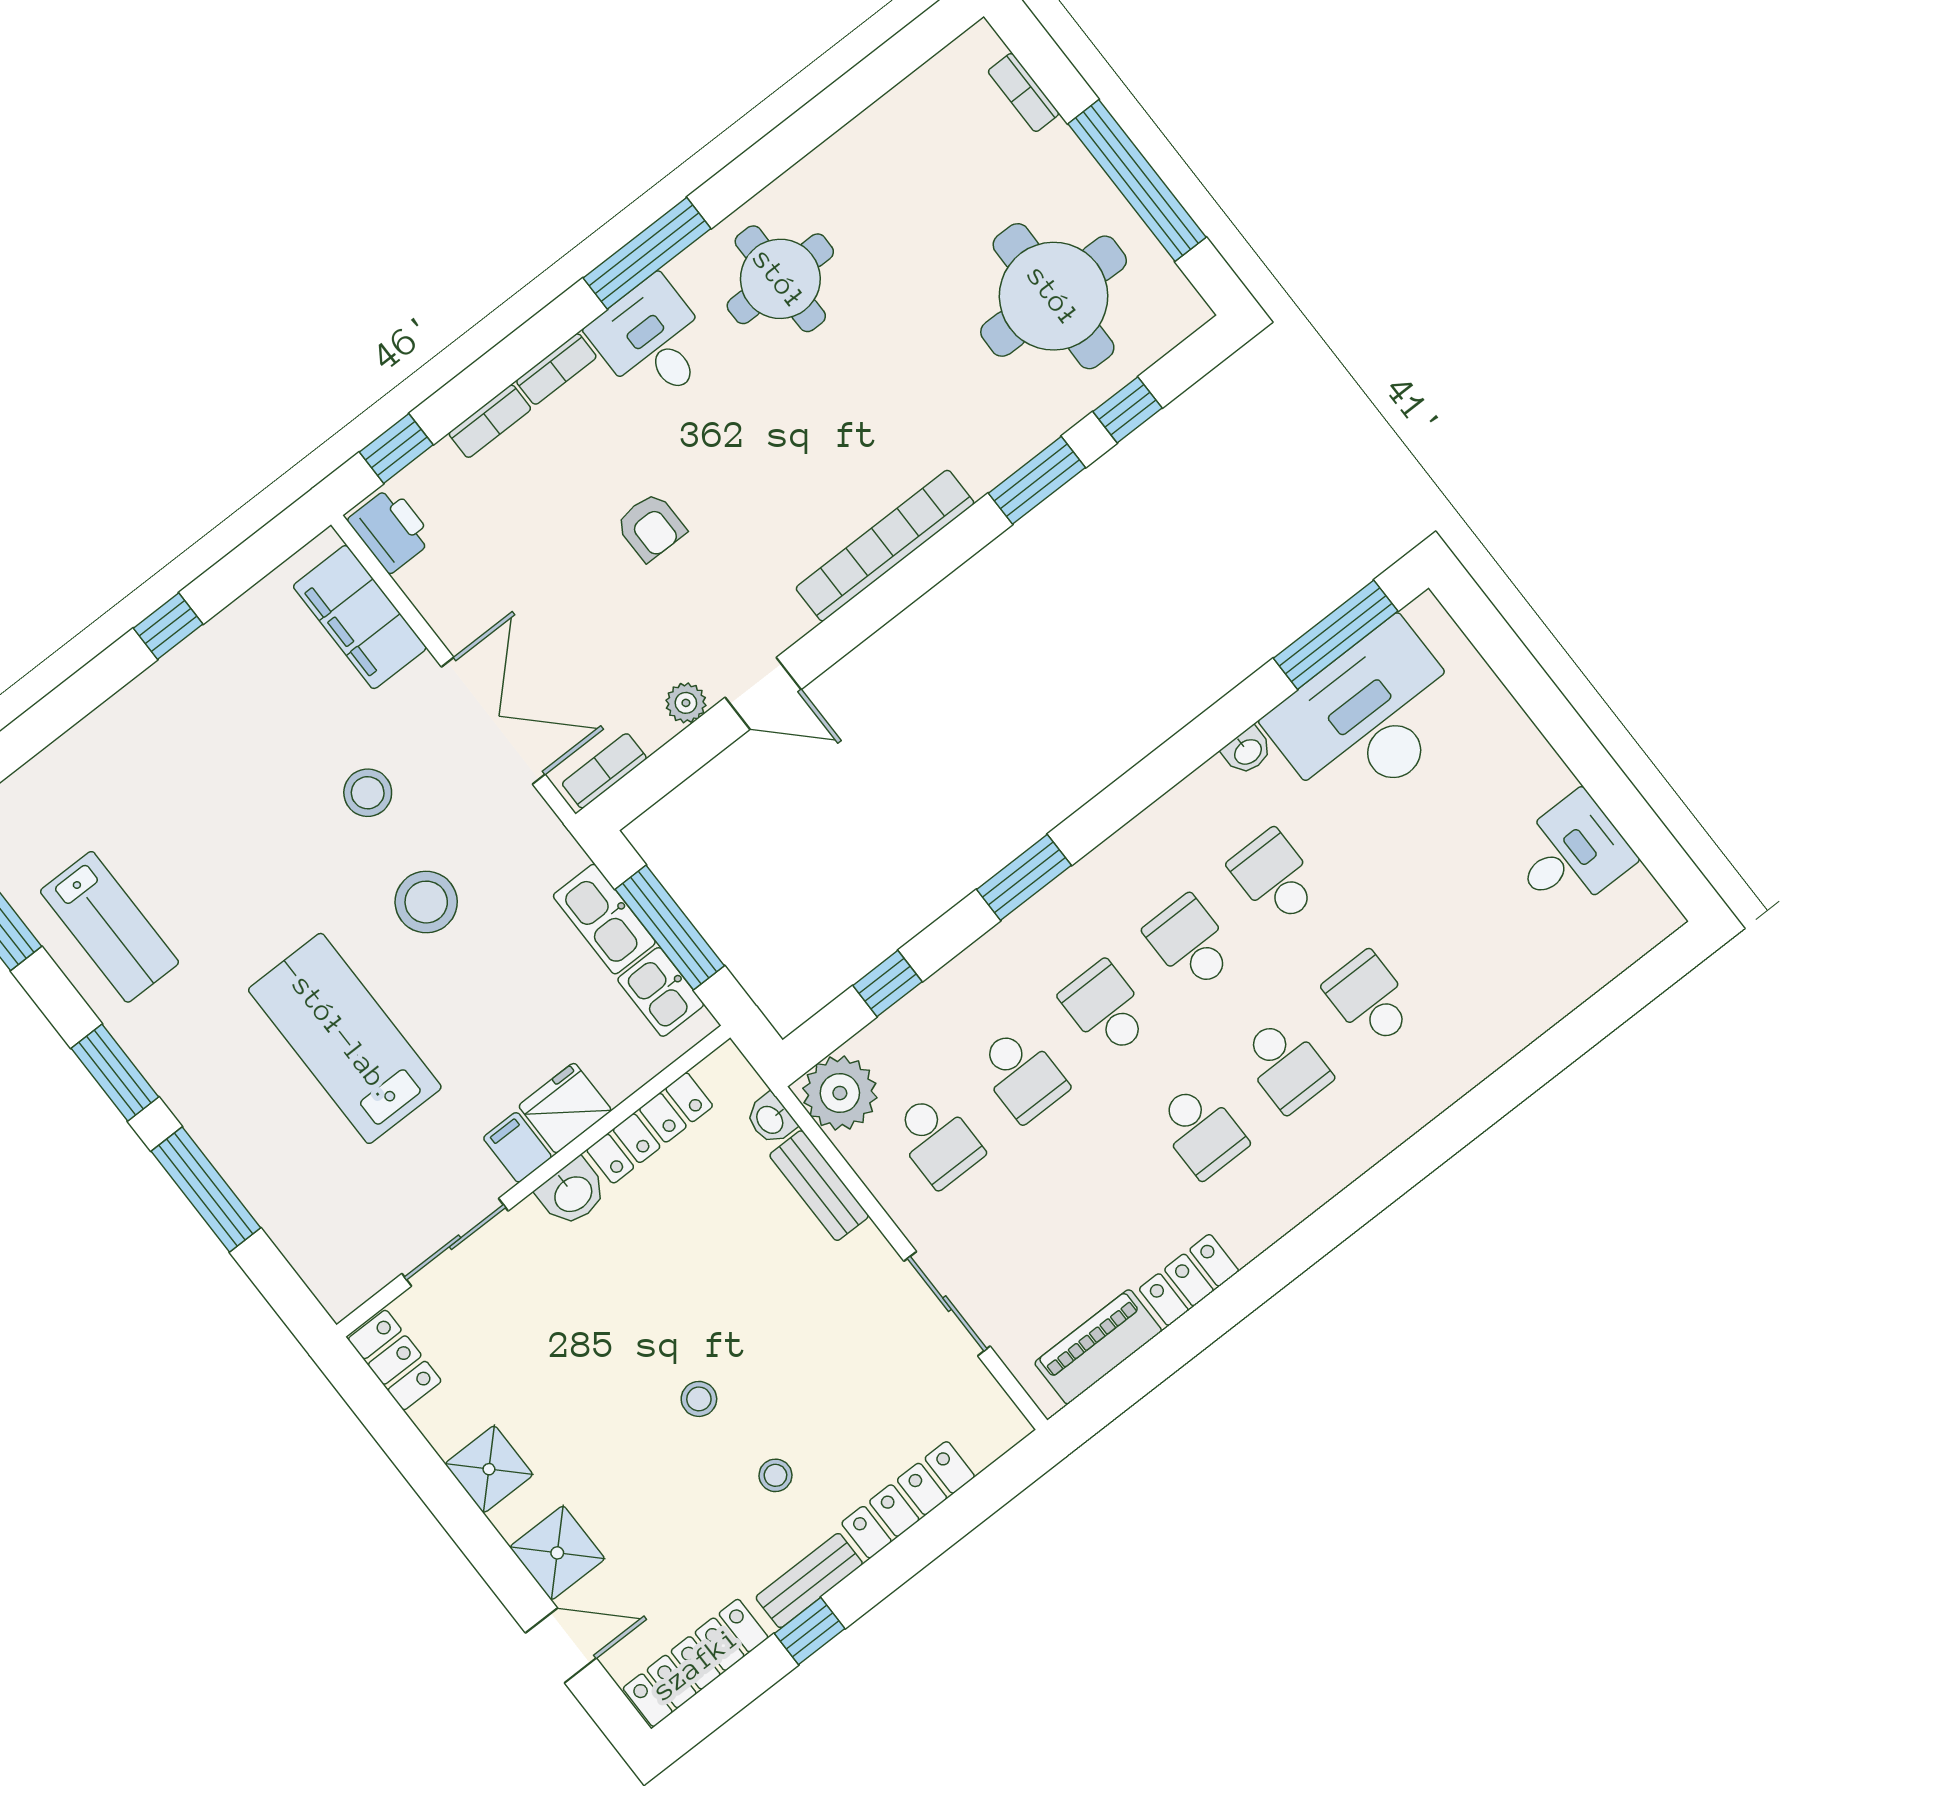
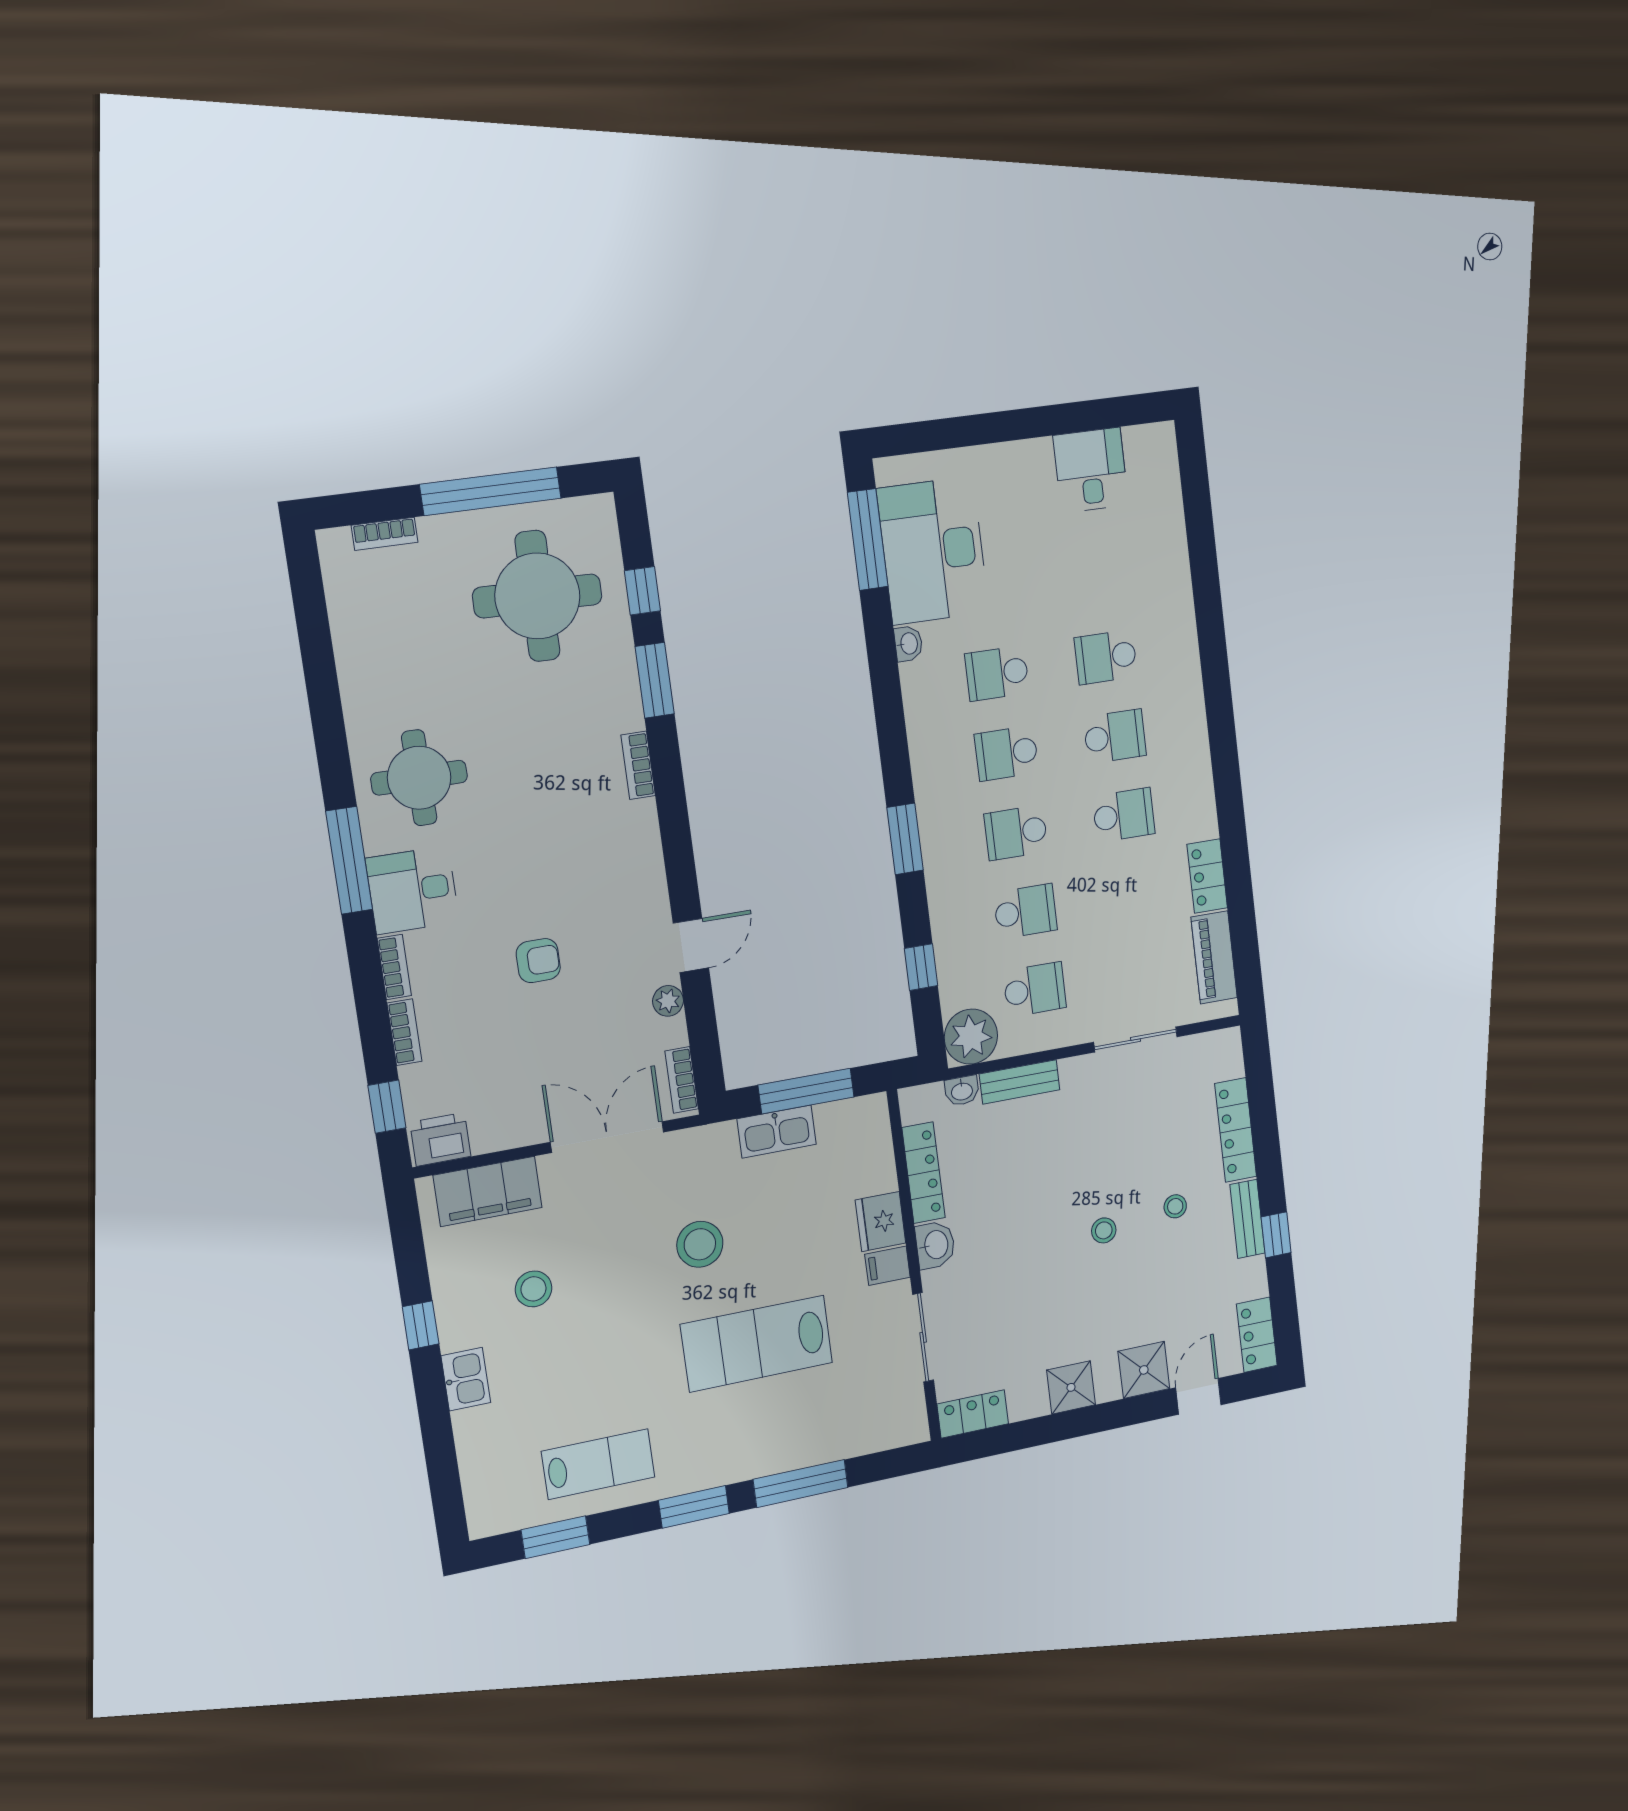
bookcase: (885, 546) -> (638, 765), width x0.43, depth x0.76
stool: (368, 793) -> (533, 1289), moved
kitchen sink: (661, 992) -> (466, 1379), moved, turned -90
locker: (696, 1663) -> (1257, 1335), width x0.66

